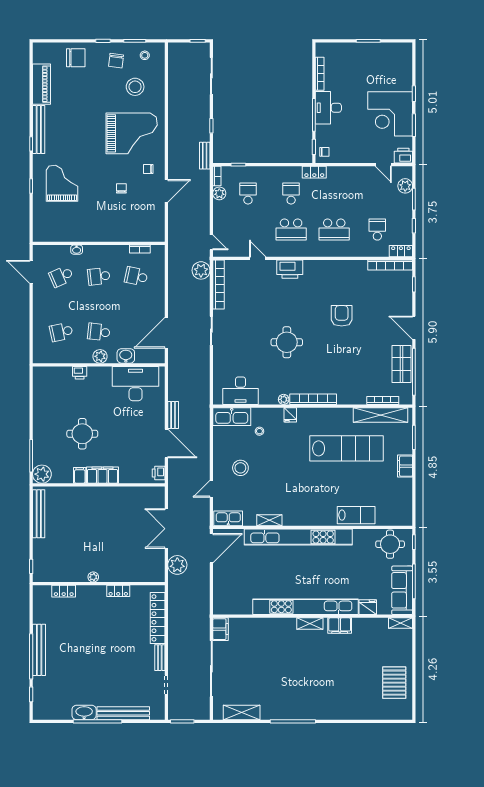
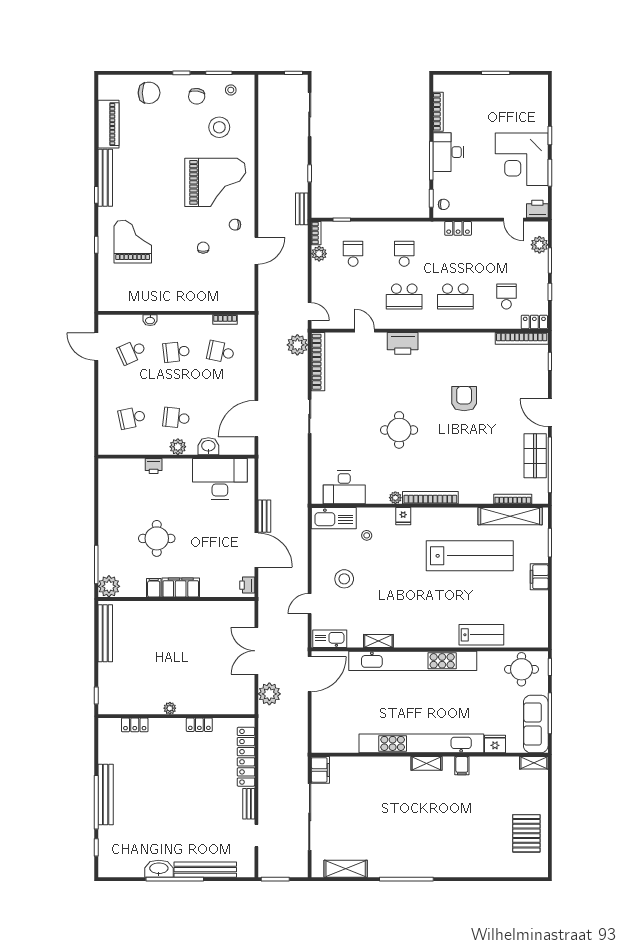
locker: (314, 172) -> (458, 228), moved
filing cabinet: (340, 626) -> (462, 766), width x0.50

